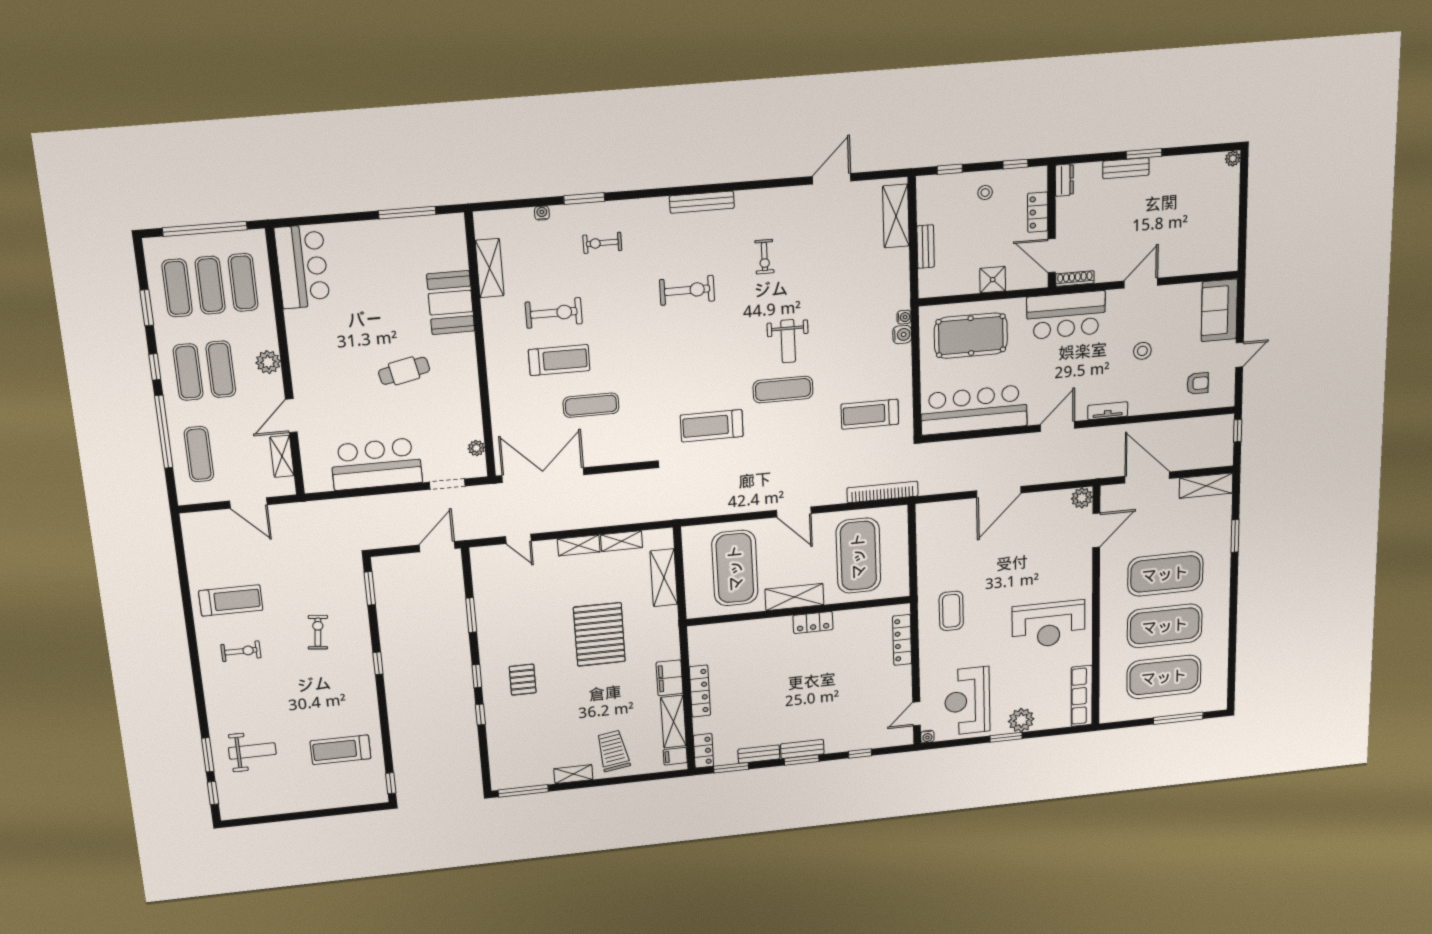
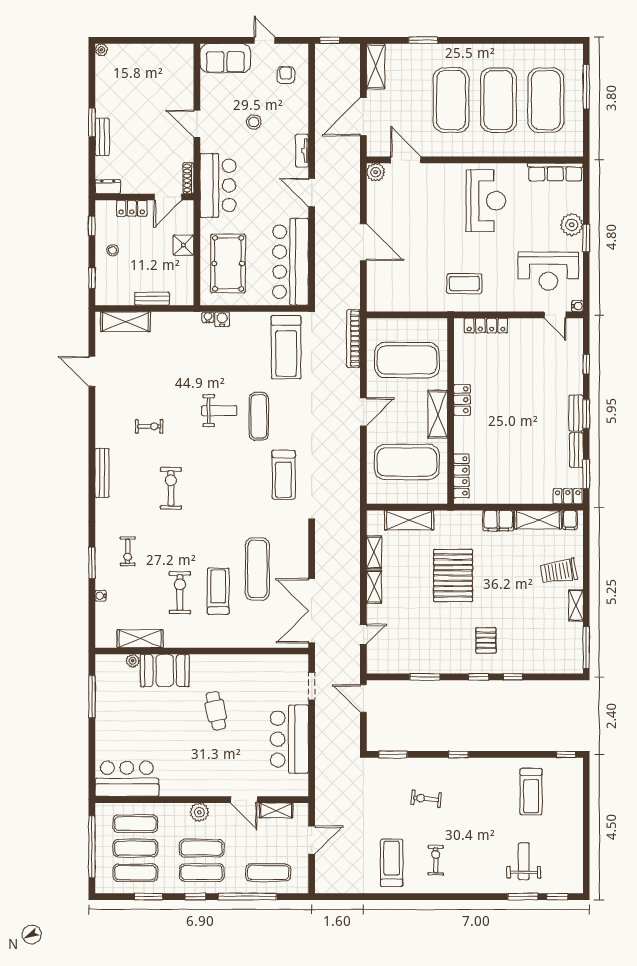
exercise mat: (591, 405) -> (257, 569), width x1.36, depth x1.45
treadmill: (870, 414) -> (286, 347), width x1.37, depth x1.38
plant: (476, 448) -> (133, 661), moved
pallet: (599, 634) -> (453, 576), turned 90
pallet: (523, 680) -> (486, 640), turned 90
locker: (700, 691) -> (461, 476), moved, turned 90

